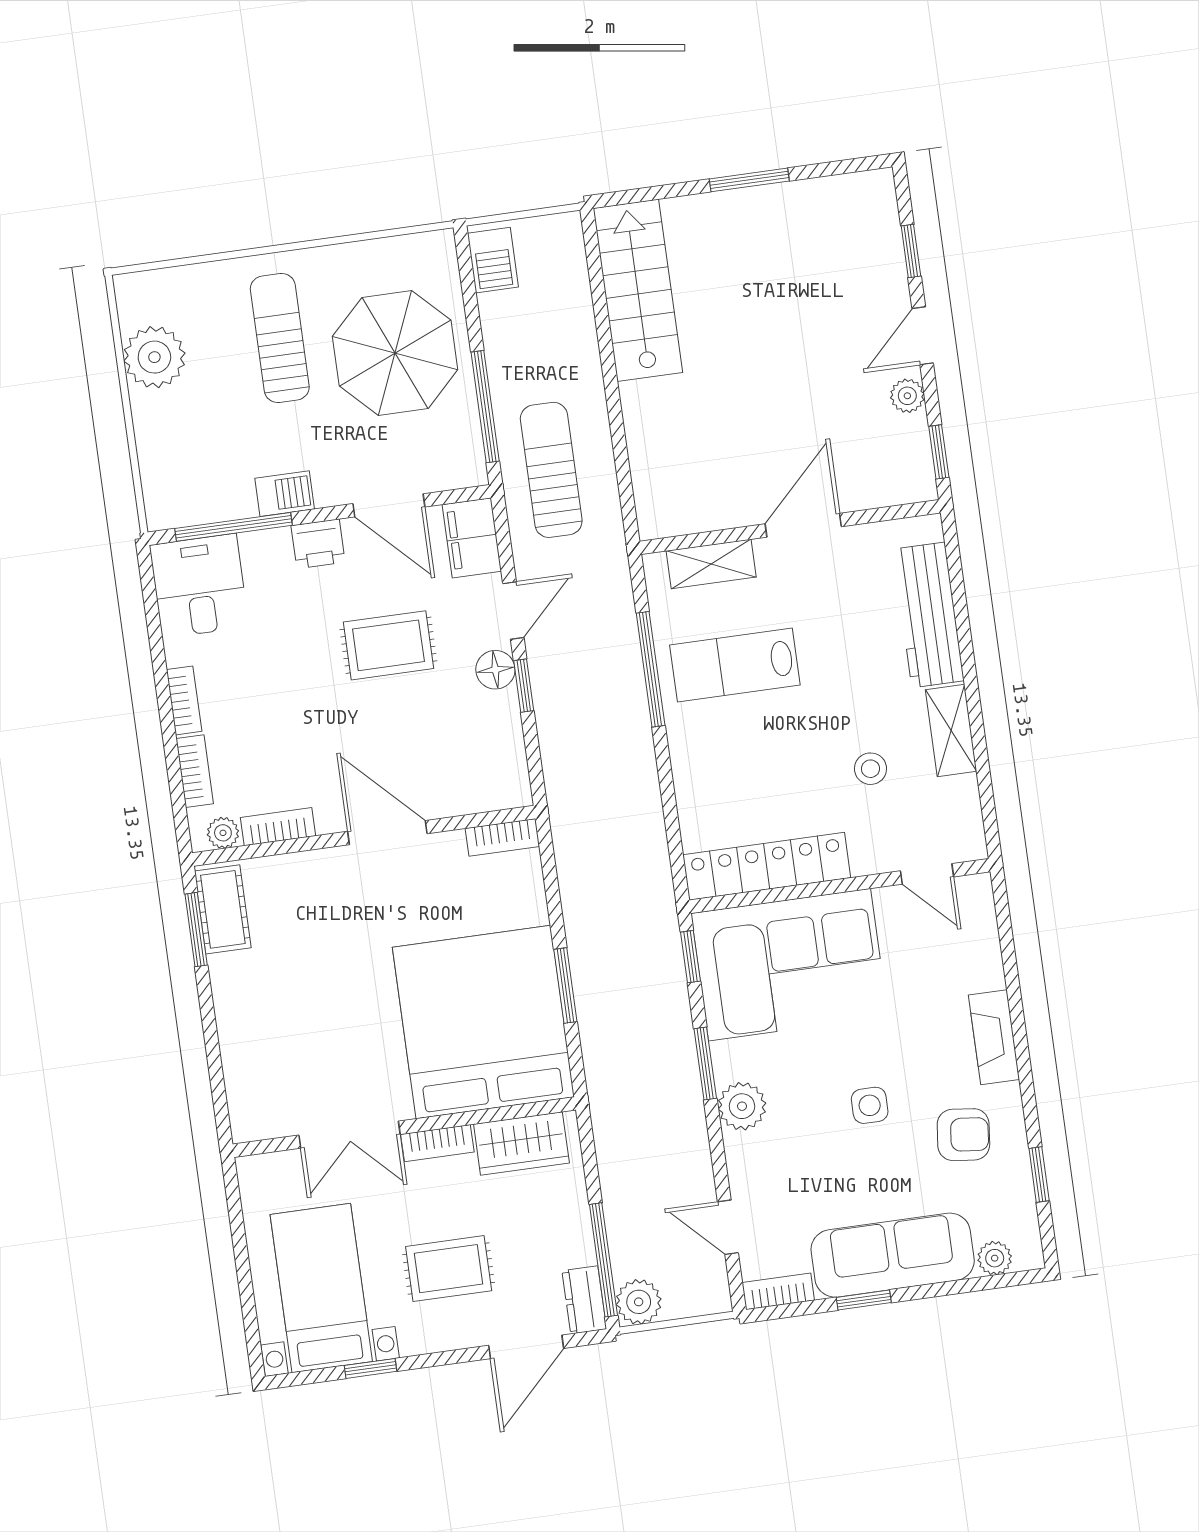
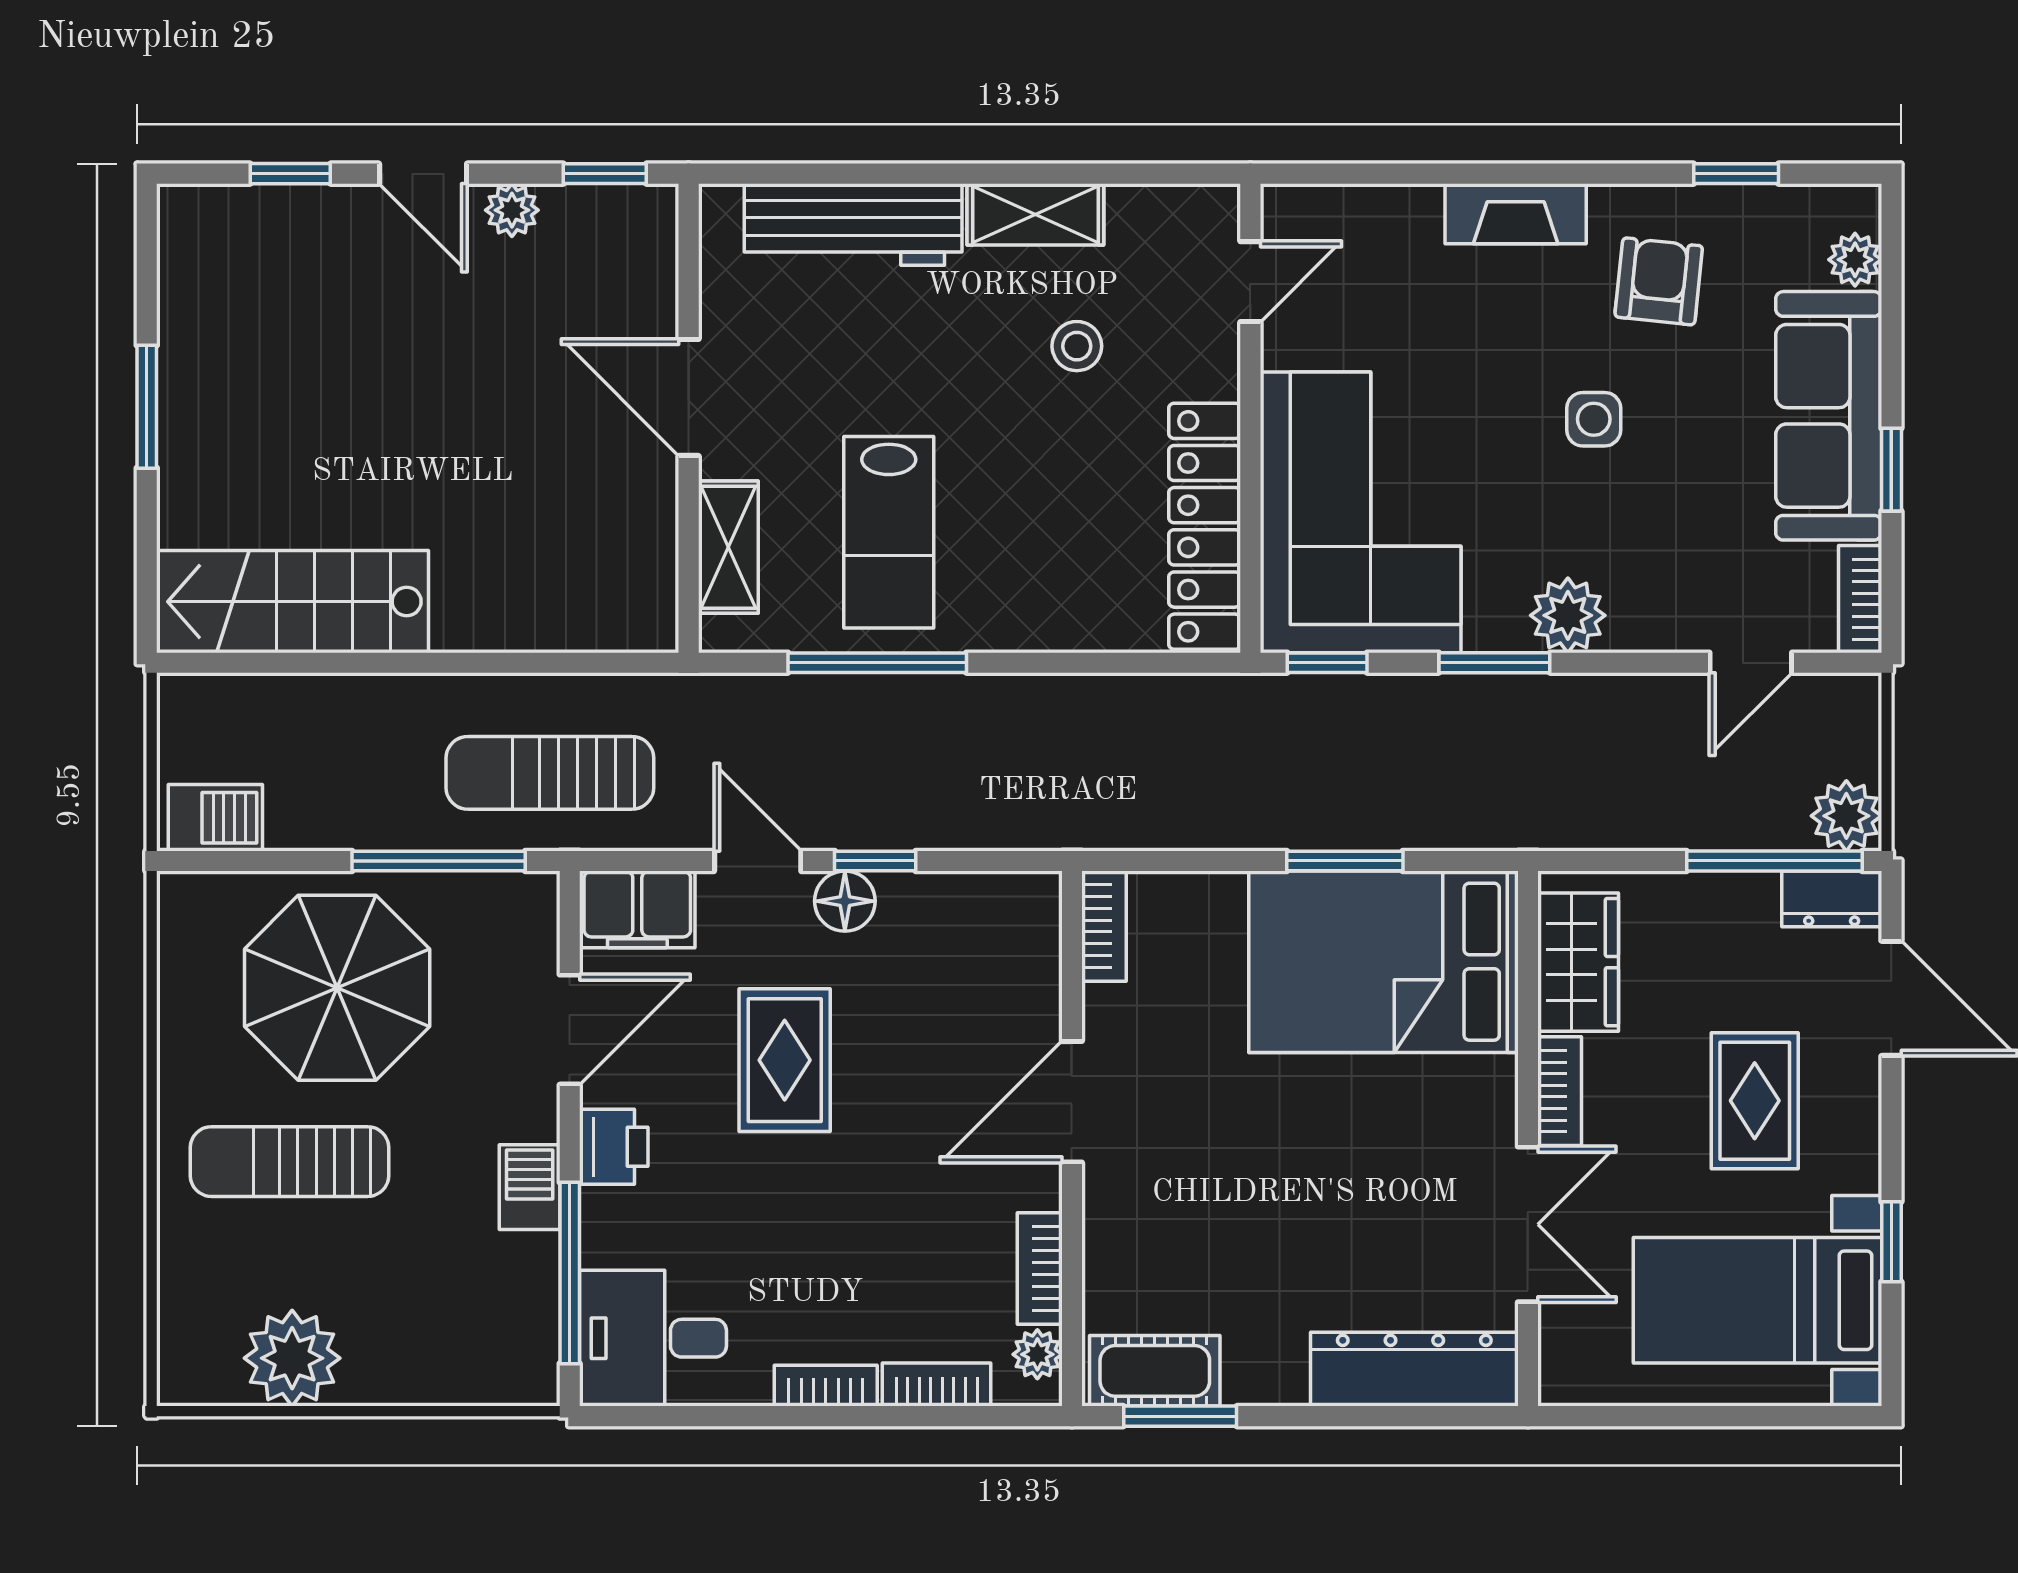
bed: (483, 1022) -> (1383, 962), width x0.73
dresser: (247, 1075) -> (1414, 1369), added

